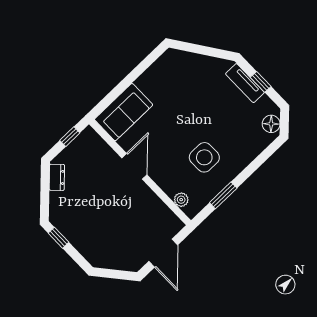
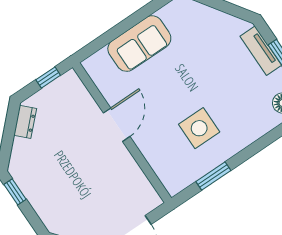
sofa: (124, 112) -> (139, 44), moved
plant: (181, 200) -> (164, 172), removed

